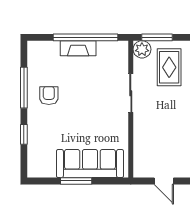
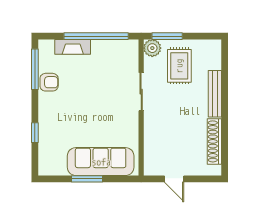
fireplace: (78, 48) -> (73, 47), moved
window: (24, 88) -> (35, 69), moved
armchair: (49, 96) -> (49, 82), moved, turned 90

